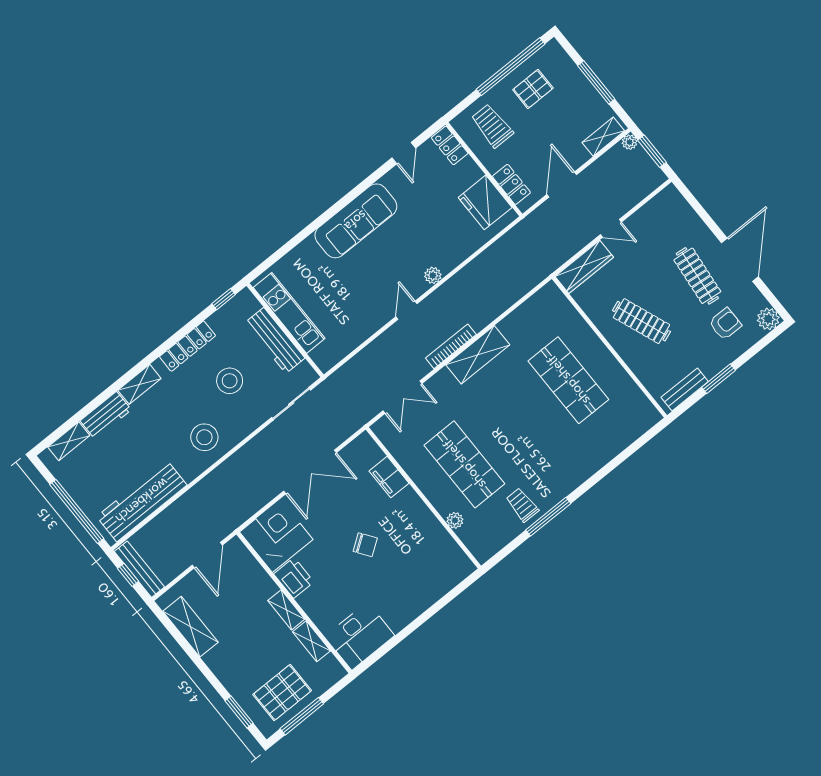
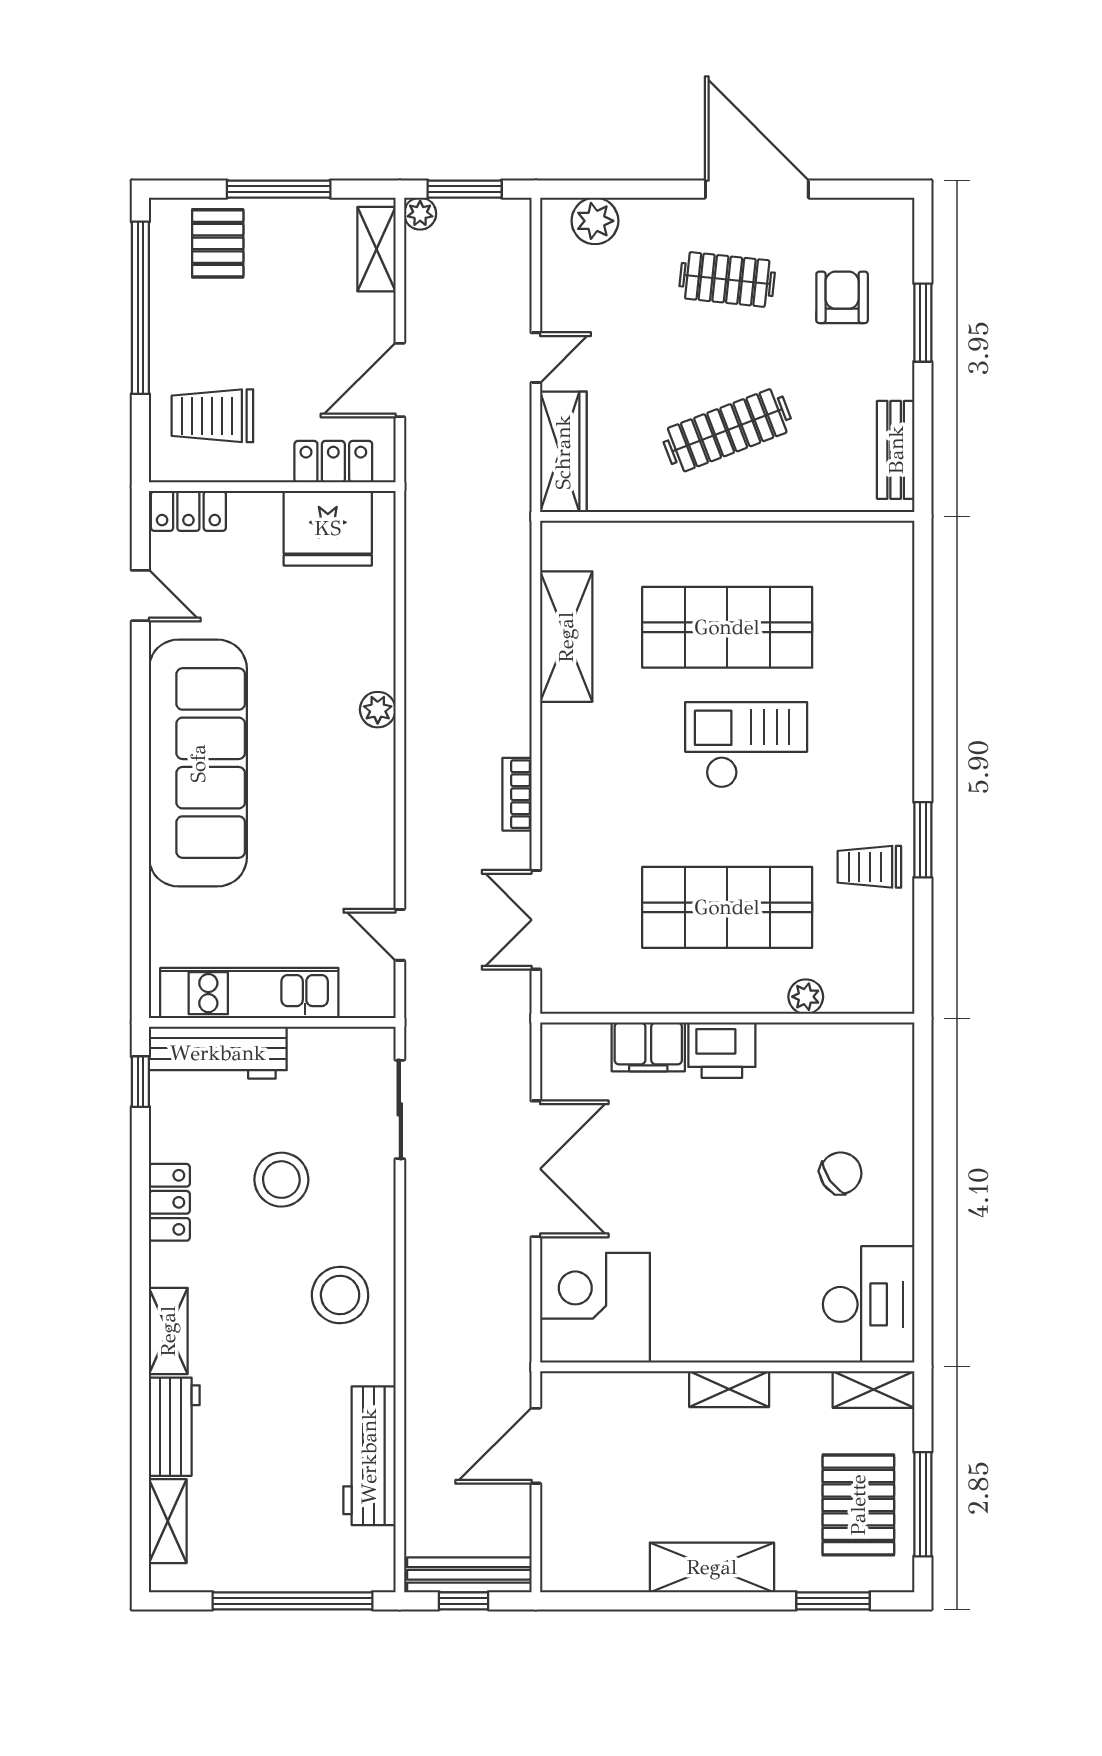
pallet: (533, 89) -> (218, 243), moved
door: (562, 185) -> (400, 380), hinge flipped
sofa: (356, 221) -> (198, 763), width x1.36, depth x1.27
clothes rail: (697, 276) -> (727, 279), width x0.73
door: (407, 310) -> (400, 935), moved
plant: (768, 319) -> (595, 221), moved
workbench: (275, 340) -> (218, 1053), moved
locker: (187, 346) -> (169, 1202), width x0.66
bookcase: (451, 346) -> (517, 794), width x0.64
shelving: (478, 355) -> (566, 637), moved
window: (719, 379) -> (923, 323), moved
double door: (402, 397) -> (536, 920), swing flipped
checkout: (530, 423) -> (746, 745), added
workbench: (142, 501) -> (369, 1456), width x0.73, depth x0.76
window: (548, 517) -> (923, 840), width x0.69
chair: (365, 545) -> (841, 1173), moved
door: (207, 555) -> (536, 1446), swing flipped
printer: (294, 578) -> (722, 1050), moved, turned 180
shelving: (190, 627) -> (712, 1567), moved
shelving: (311, 641) -> (873, 1390), moved

